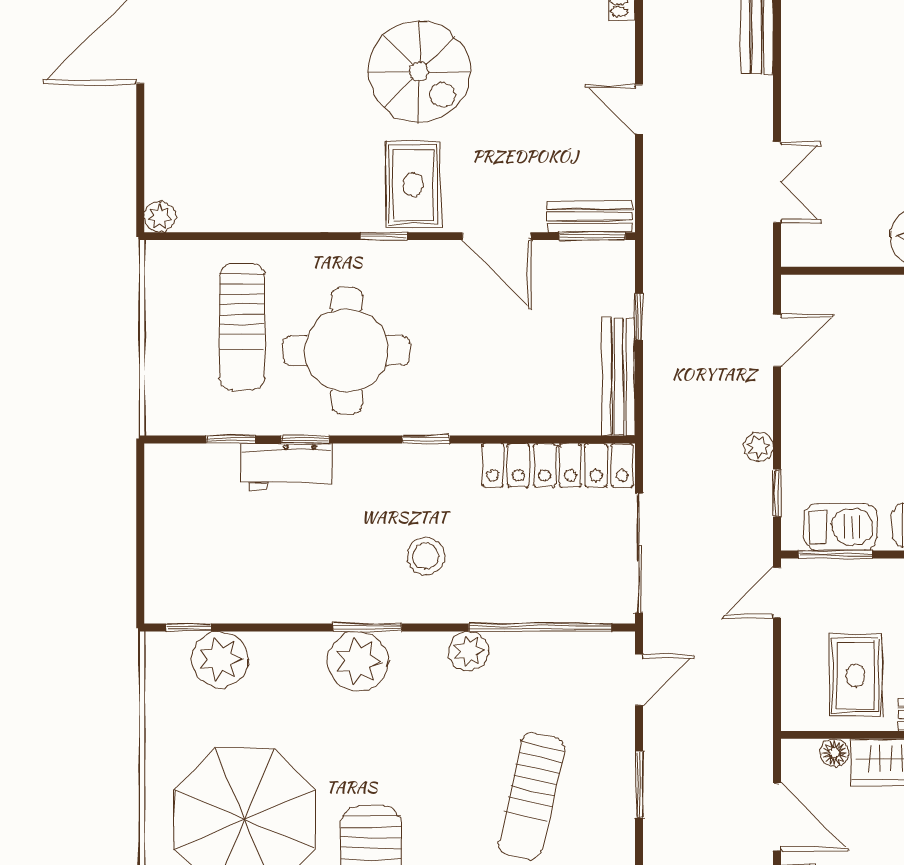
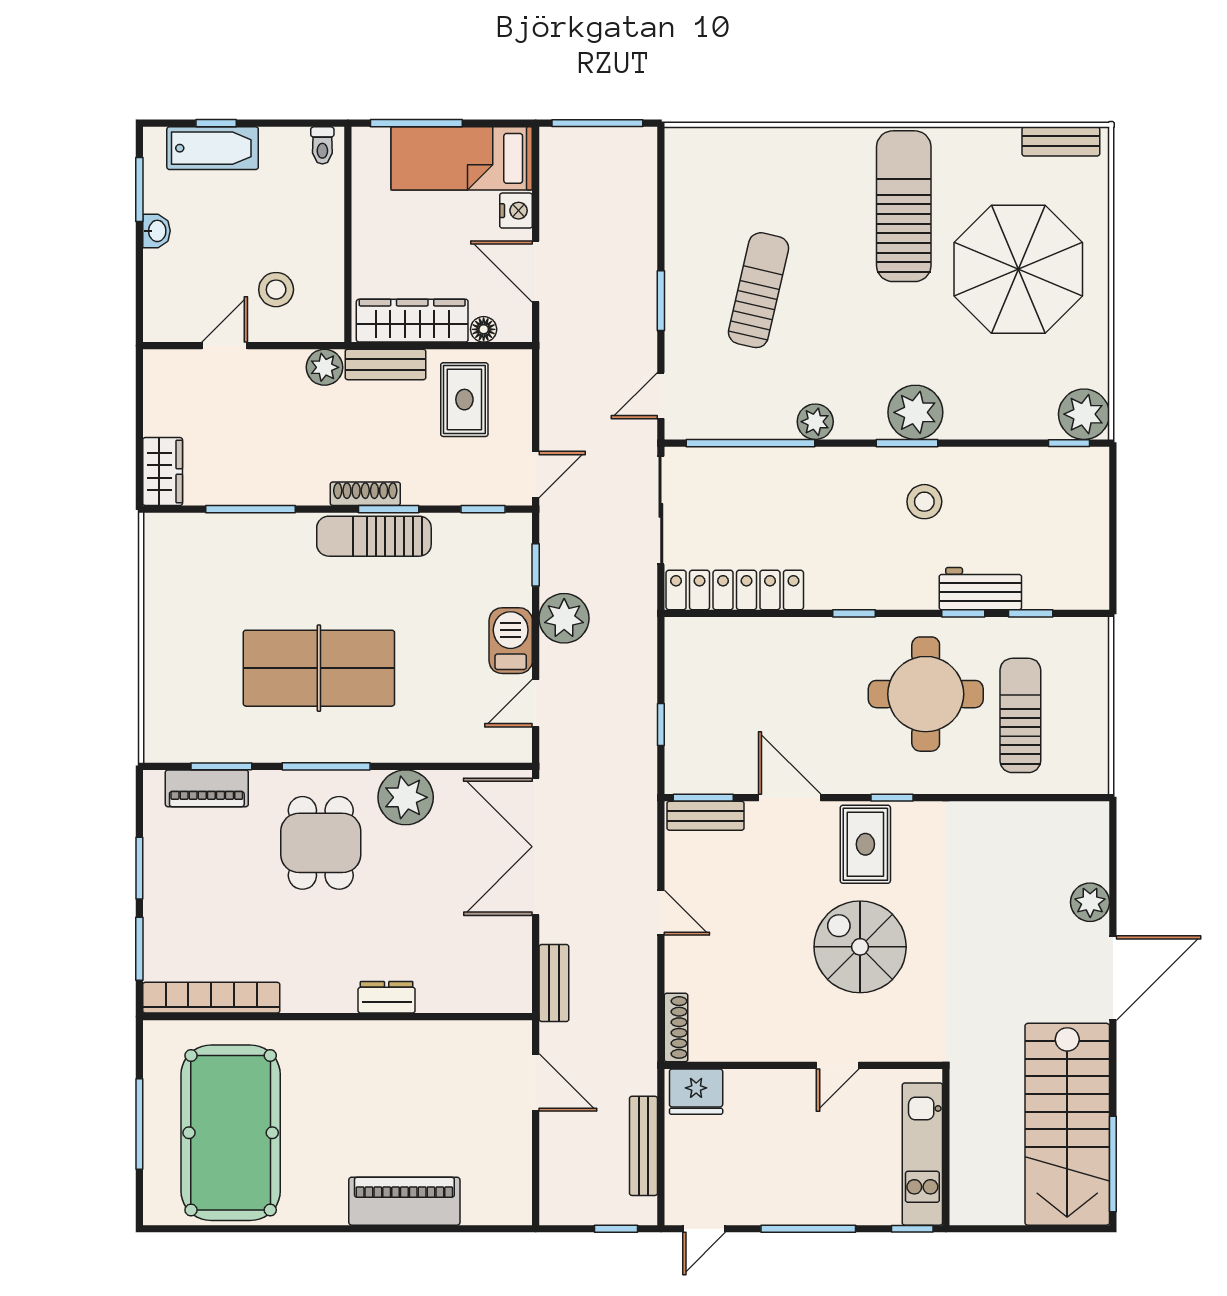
double door: (777, 182) -> (536, 847), width x1.87
plant: (160, 217) -> (1090, 902), moved, width x1.38, depth x1.38
bench: (619, 377) -> (679, 670), removed
plant: (759, 447) -> (564, 618), width x1.88, depth x1.88
barbecue: (841, 527) -> (511, 641), moved, turned 90
window: (835, 555) -> (483, 509), width x0.67
stool: (426, 556) -> (924, 502), moved
plant: (220, 659) -> (1084, 414), moved

